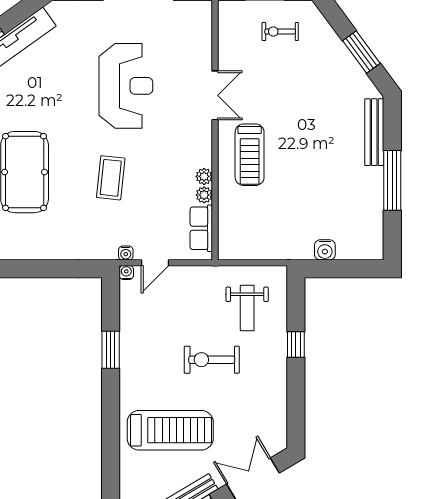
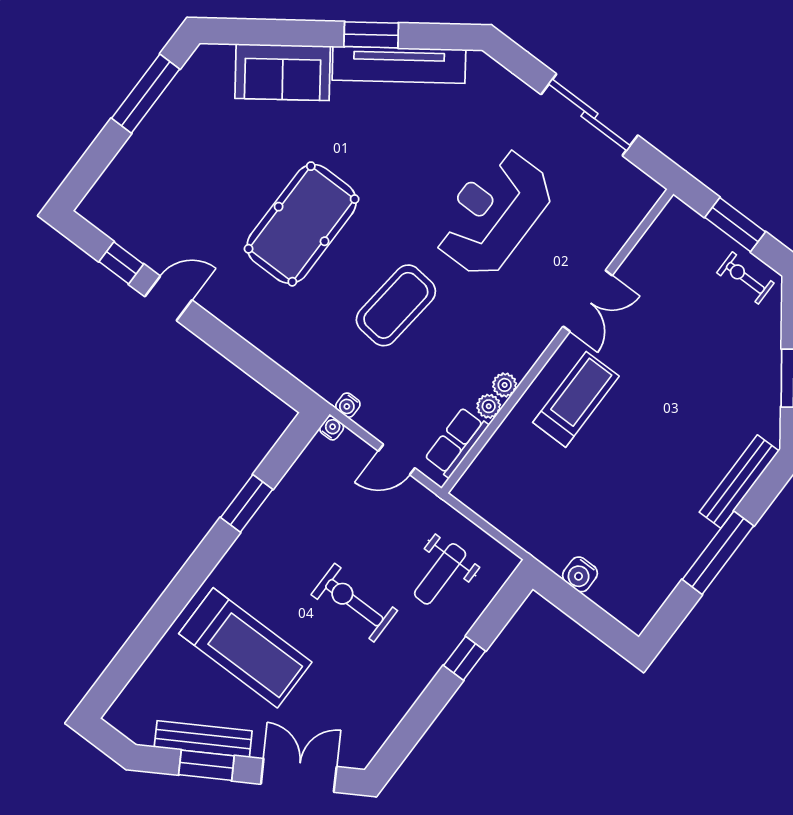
exercise bike: (280, 32) -> (745, 278), moved
reception desk: (126, 86) -> (493, 213), turned 180
treadmill: (250, 155) -> (576, 399), turned 180
coffee table: (111, 178) -> (396, 305), width x1.36, depth x1.32
door: (155, 263) -> (397, 459), moved

